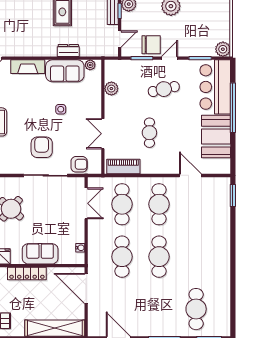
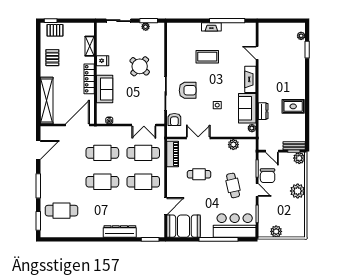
plant: (223, 49) -> (276, 231), moved
booth: (216, 137) -> (184, 226), moved
dresser: (223, 234) -> (120, 231), added

